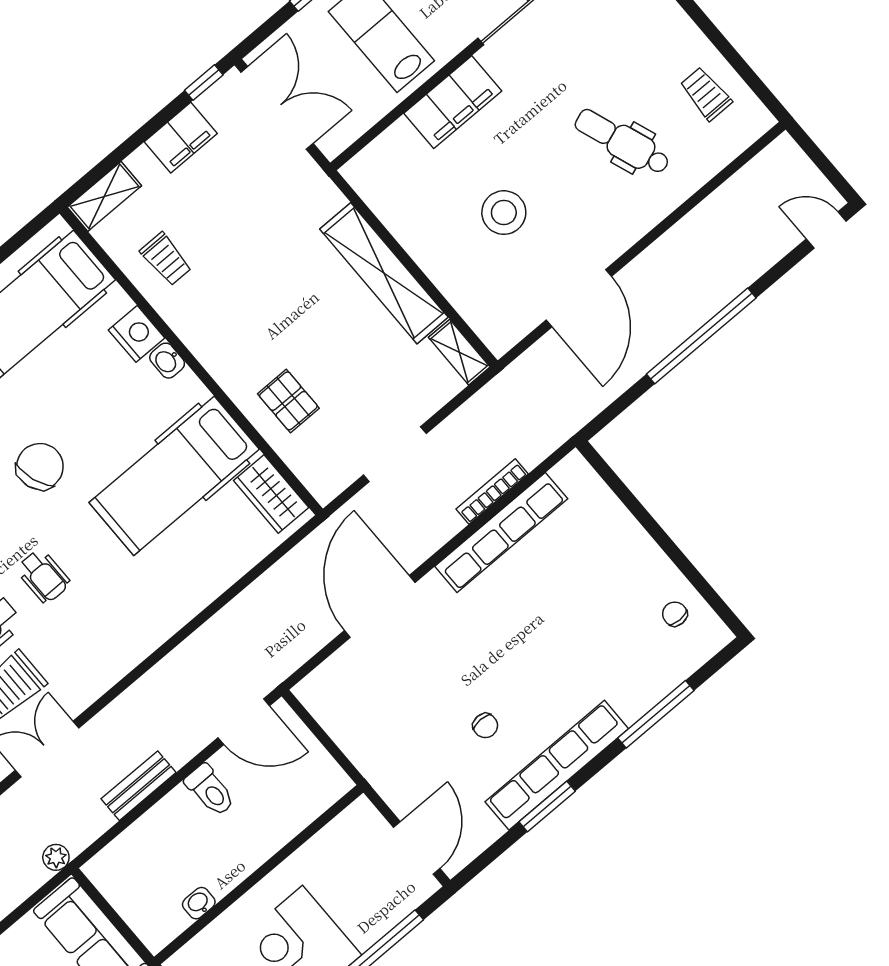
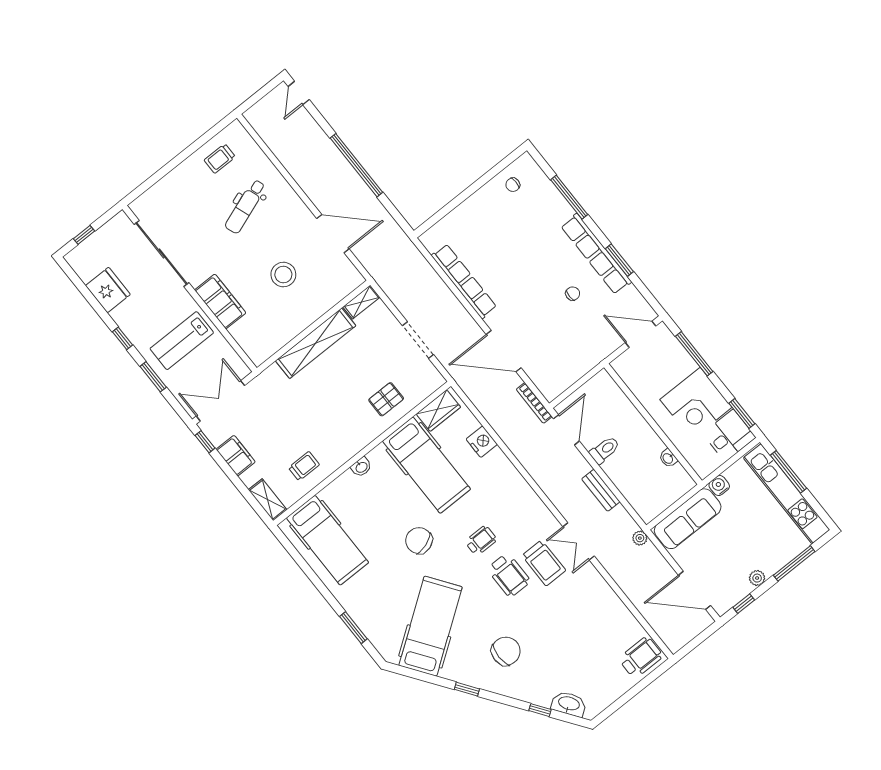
nightstand: (137, 334) -> (482, 442), moved, turned 90
bookcase: (492, 491) -> (534, 403), moved

